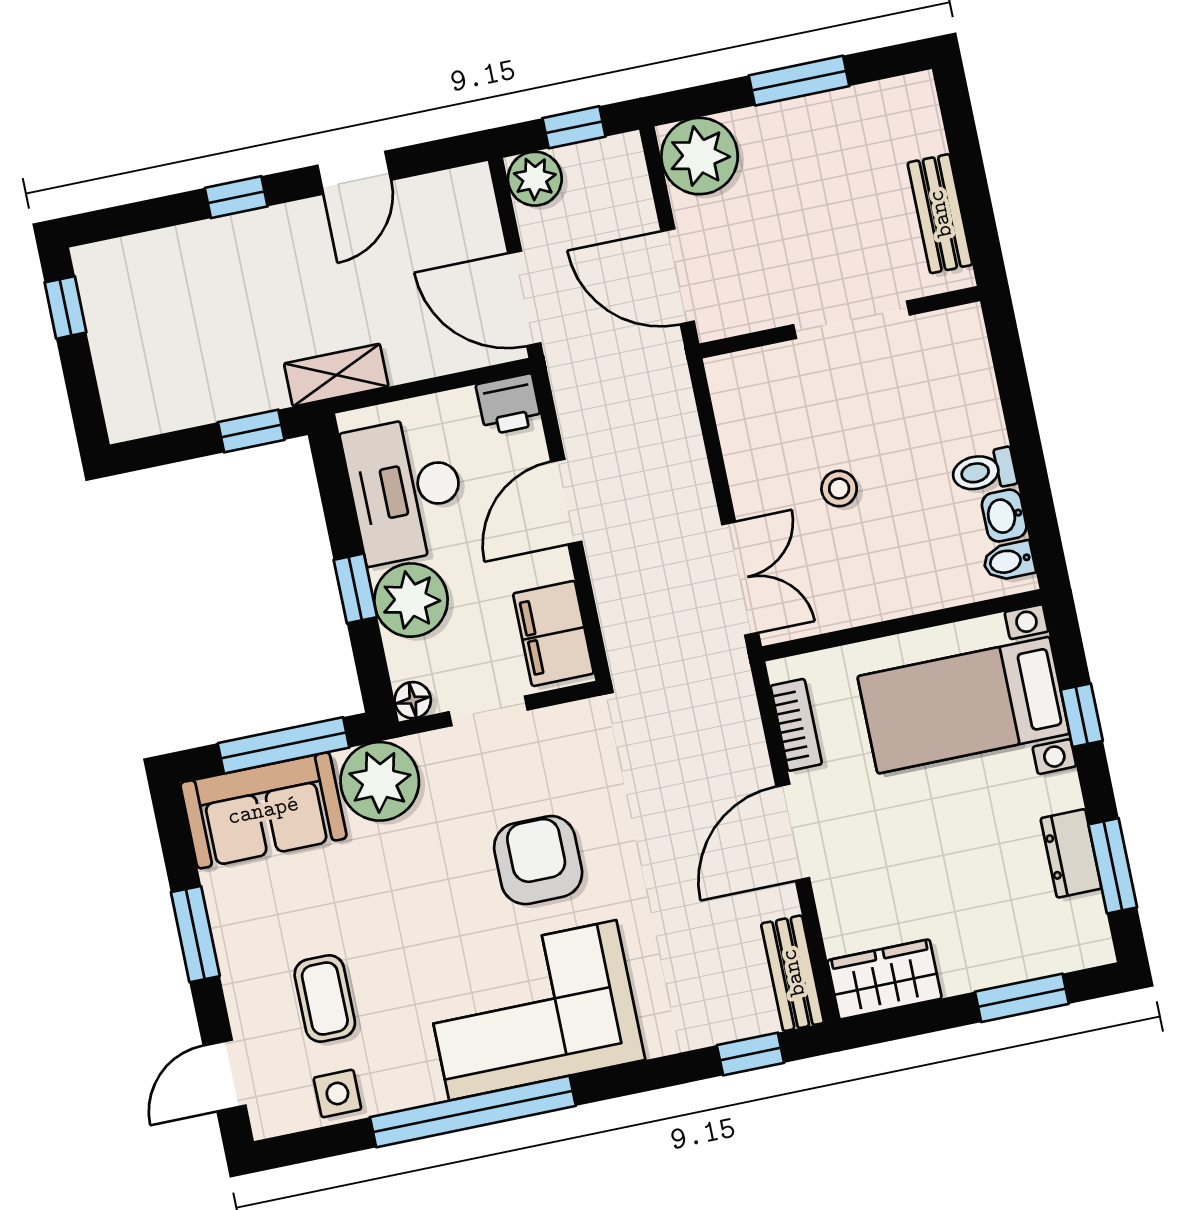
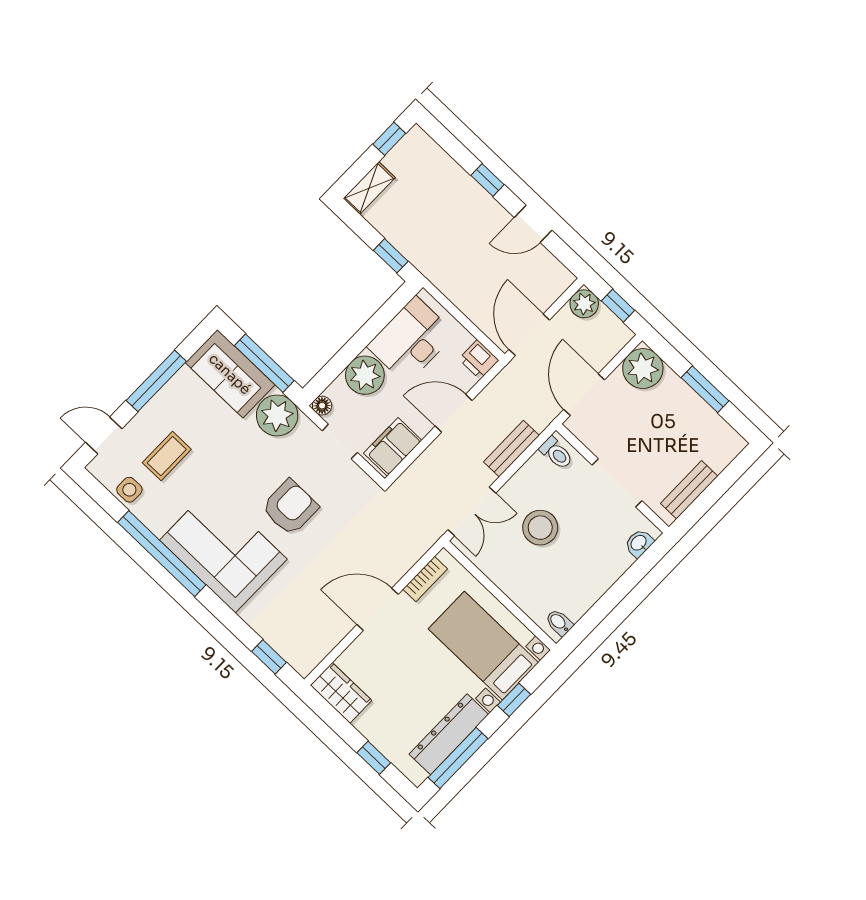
shelving: (336, 375) -> (369, 188), moved, turned 90
toilet: (984, 471) -> (556, 453), moved, turned 180
stool: (839, 489) -> (540, 528), width x1.89, depth x1.89
washbasin: (1004, 516) -> (639, 543), moved
window: (355, 588) -> (353, 348), removed
dresser: (1071, 853) -> (449, 734), width x1.96, depth x1.24
window: (1113, 866) -> (458, 758), width x1.44
window: (195, 934) -> (156, 381), width x1.44
bench: (793, 973) -> (511, 449), moved
window: (1022, 998) -> (374, 758), width x0.67

